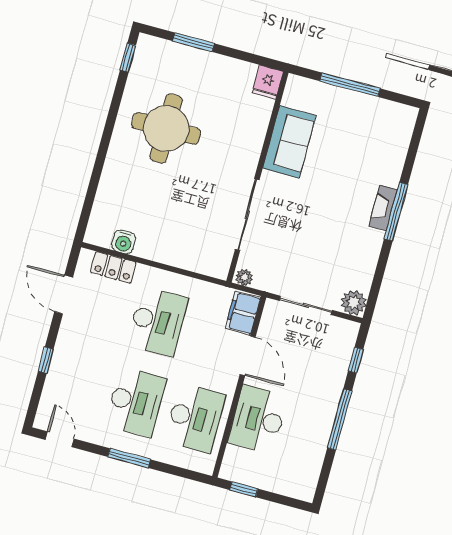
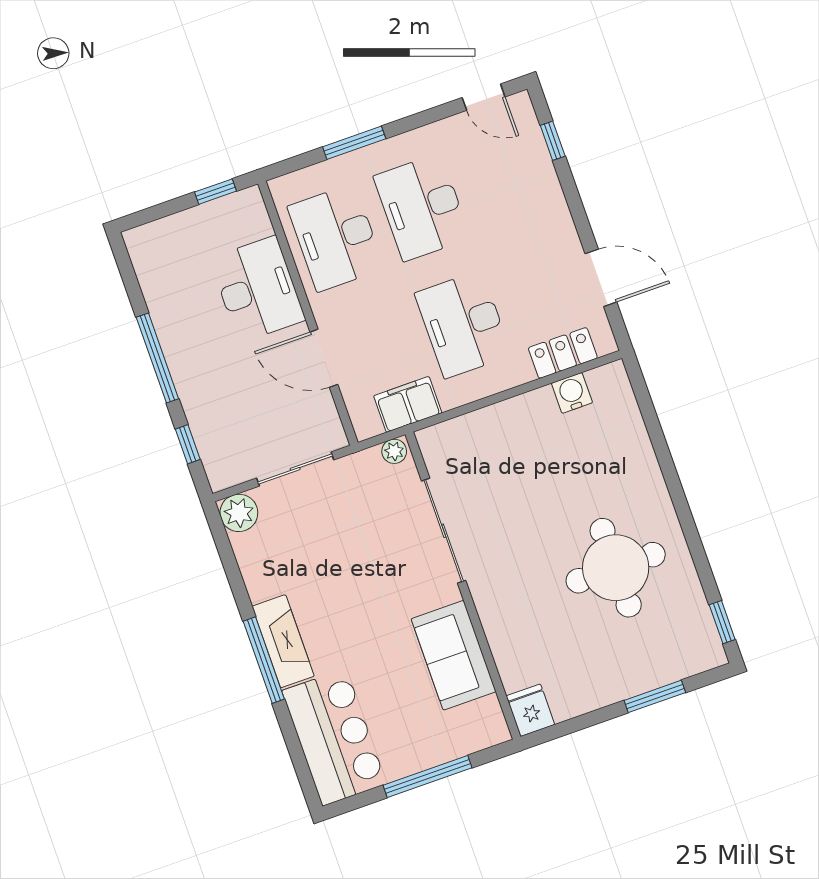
bar counter: (387, 142) -> (334, 737), added
fireplace: (383, 208) -> (283, 641), width x1.37, depth x1.32
filing cabinet: (243, 313) -> (408, 404), moved, turned -90
window: (46, 360) -> (553, 141), moved
window: (129, 458) -> (354, 143), moved

